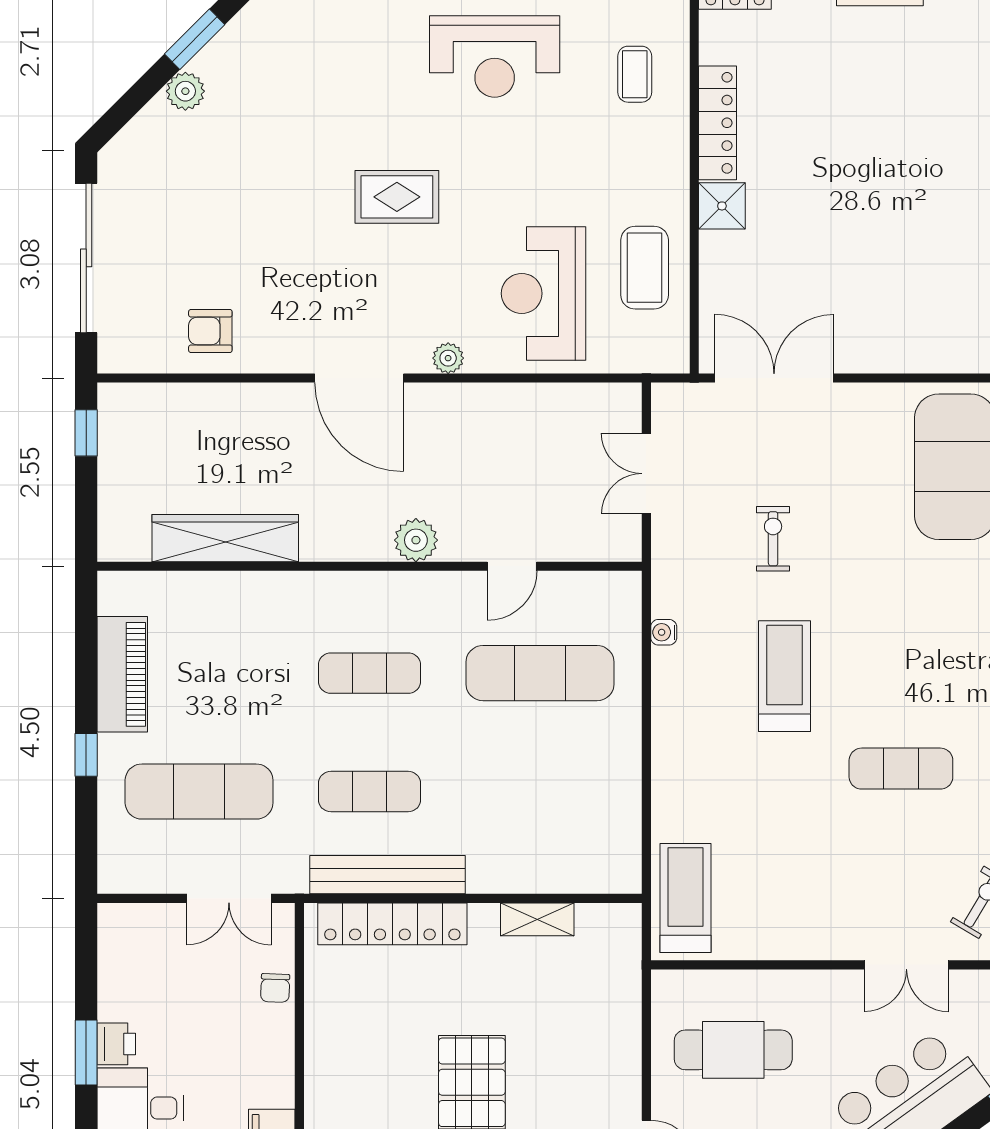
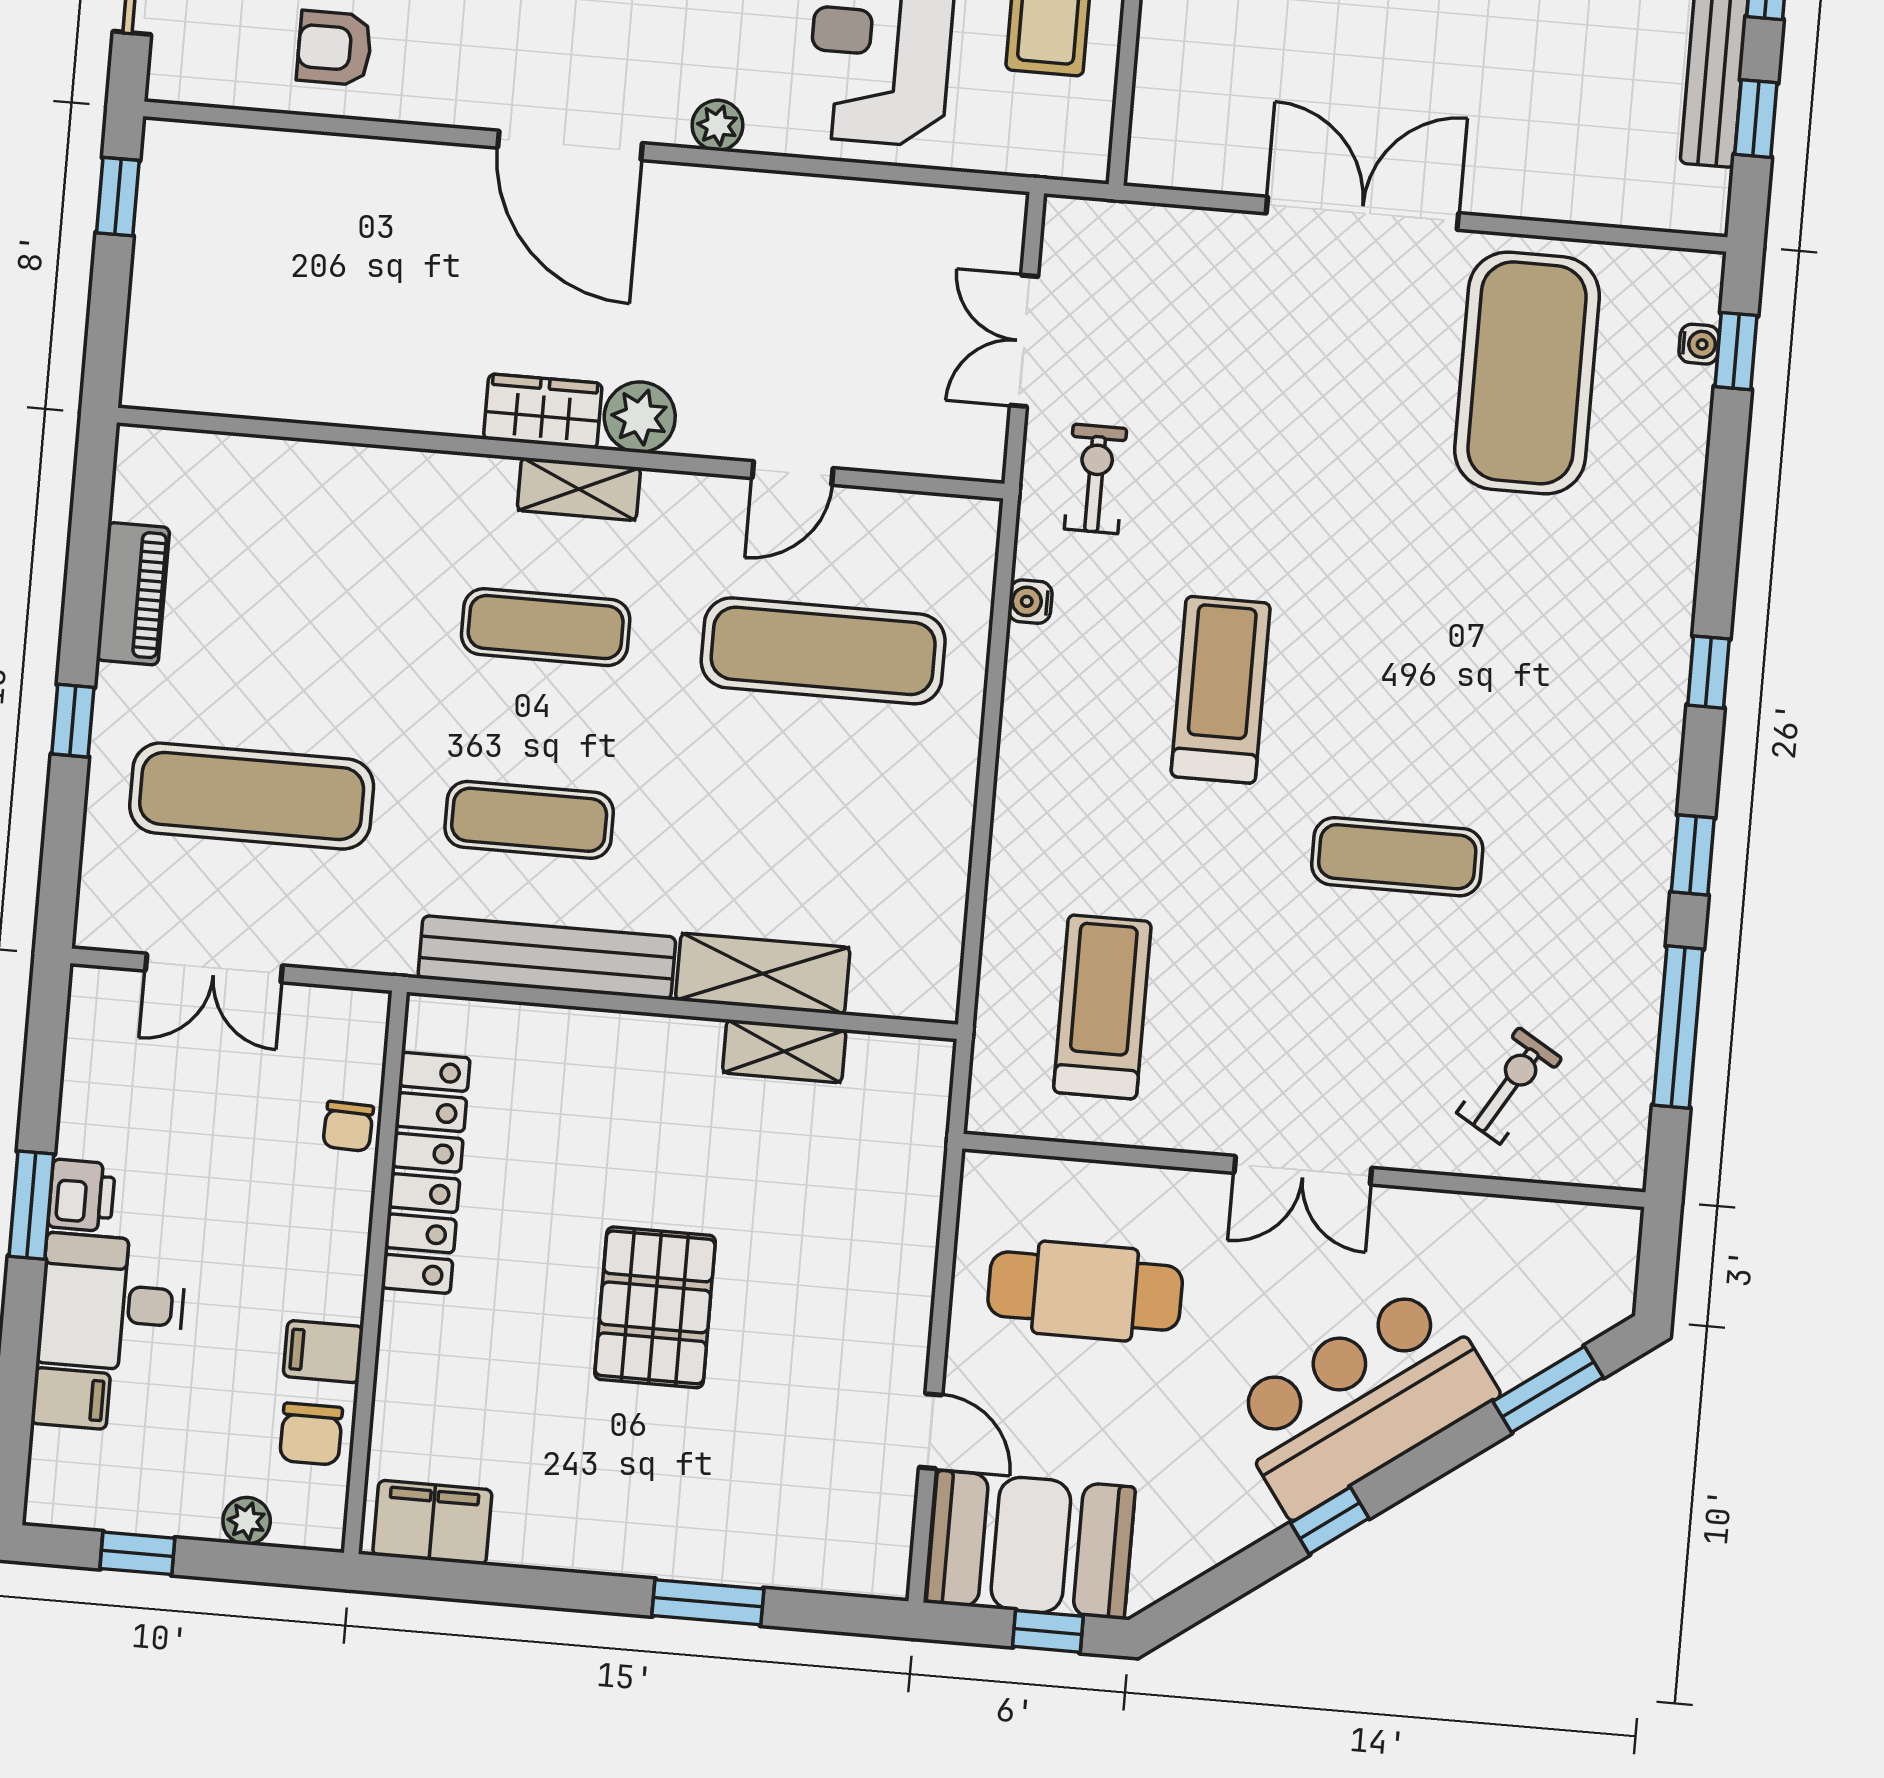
double door: (774, 378) -> (1362, 213), moved
wardrobe: (225, 538) -> (543, 411), moved, width x0.48, depth x0.85
exercise bike: (773, 539) -> (1096, 479), moved
shelving: (383, 587) -> (579, 489), added
piano: (122, 674) -> (133, 594), width x0.73, depth x0.75
shelving: (520, 873) -> (763, 974), added
double door: (229, 898) -> (214, 968), moved
treadmill: (686, 898) -> (1102, 1007), moved
locker: (392, 924) -> (426, 1173), moved, turned -90
double door: (906, 965) -> (1303, 1170), moved

